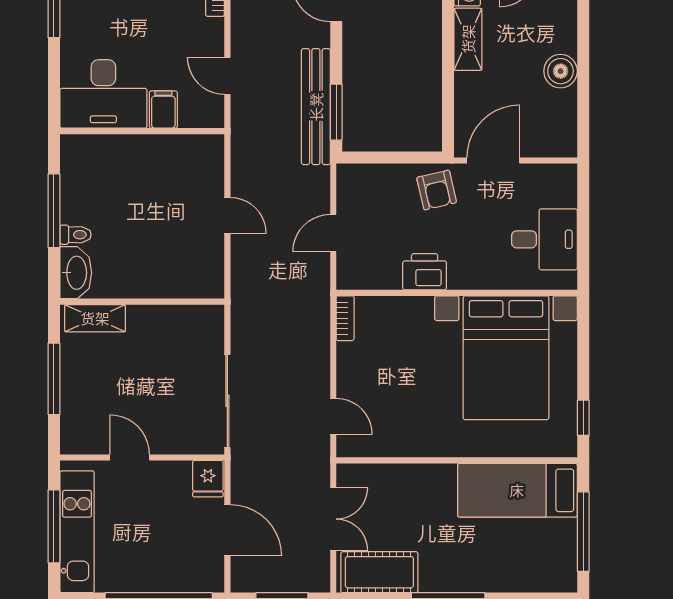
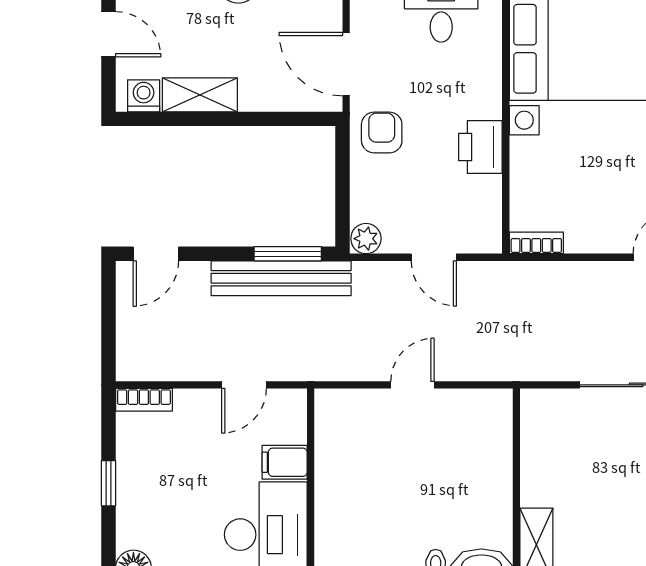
plant: (349, 177) -> (366, 239), added
armchair: (437, 190) -> (382, 133), turned -77

